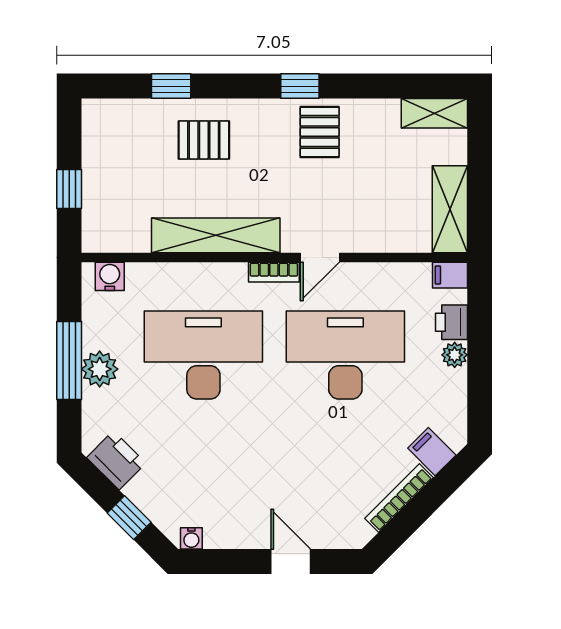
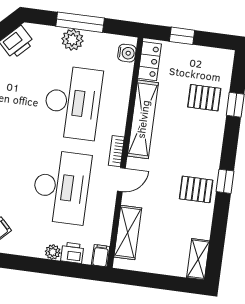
pallet: (204, 140) -> (204, 98), moved, turned 90
shelving: (450, 209) -> (128, 232), moved, turned 90
locker: (118, 237) -> (150, 61), added
door: (320, 257) -> (121, 180), swing flipped

